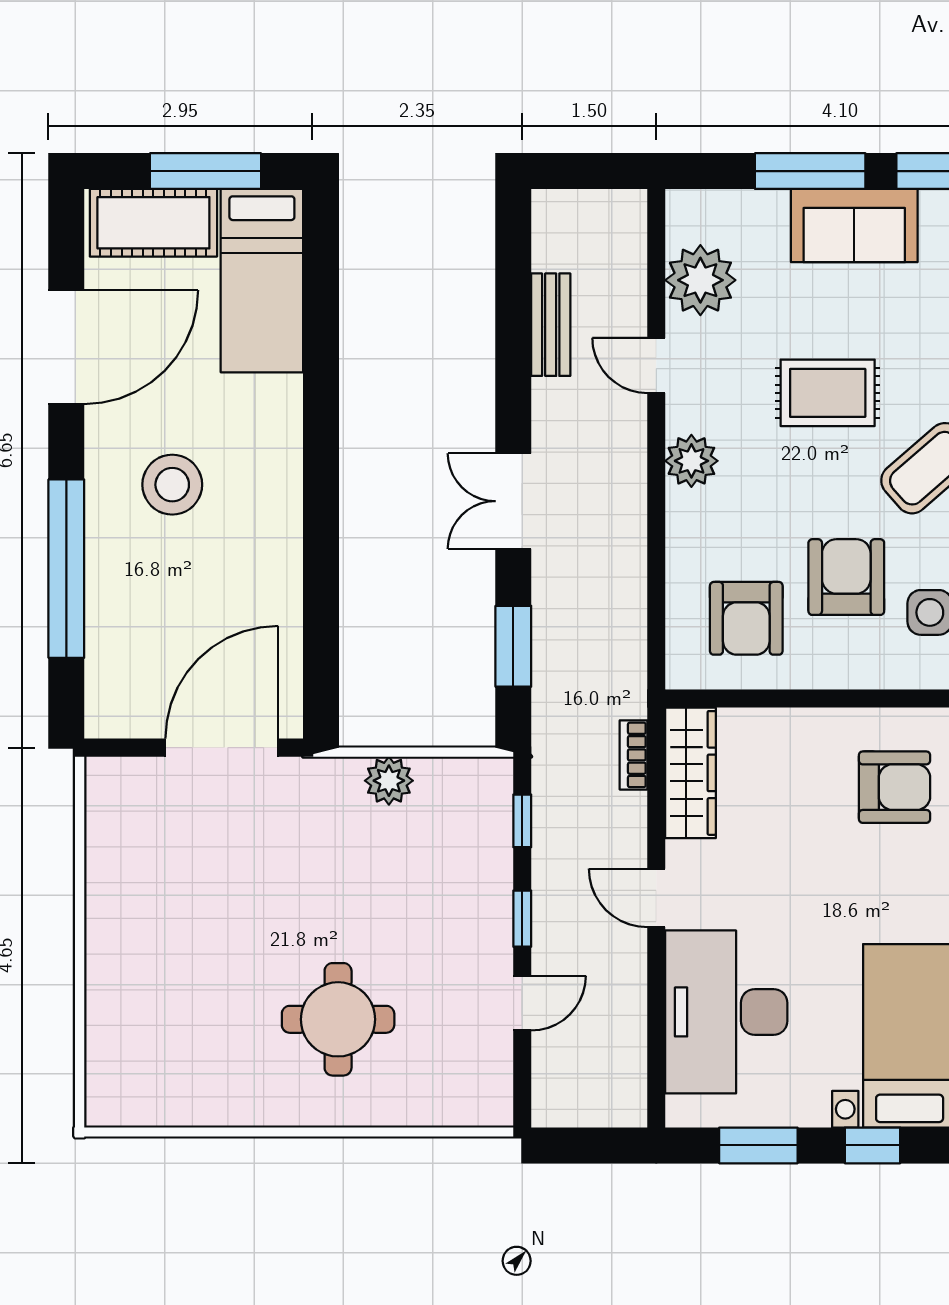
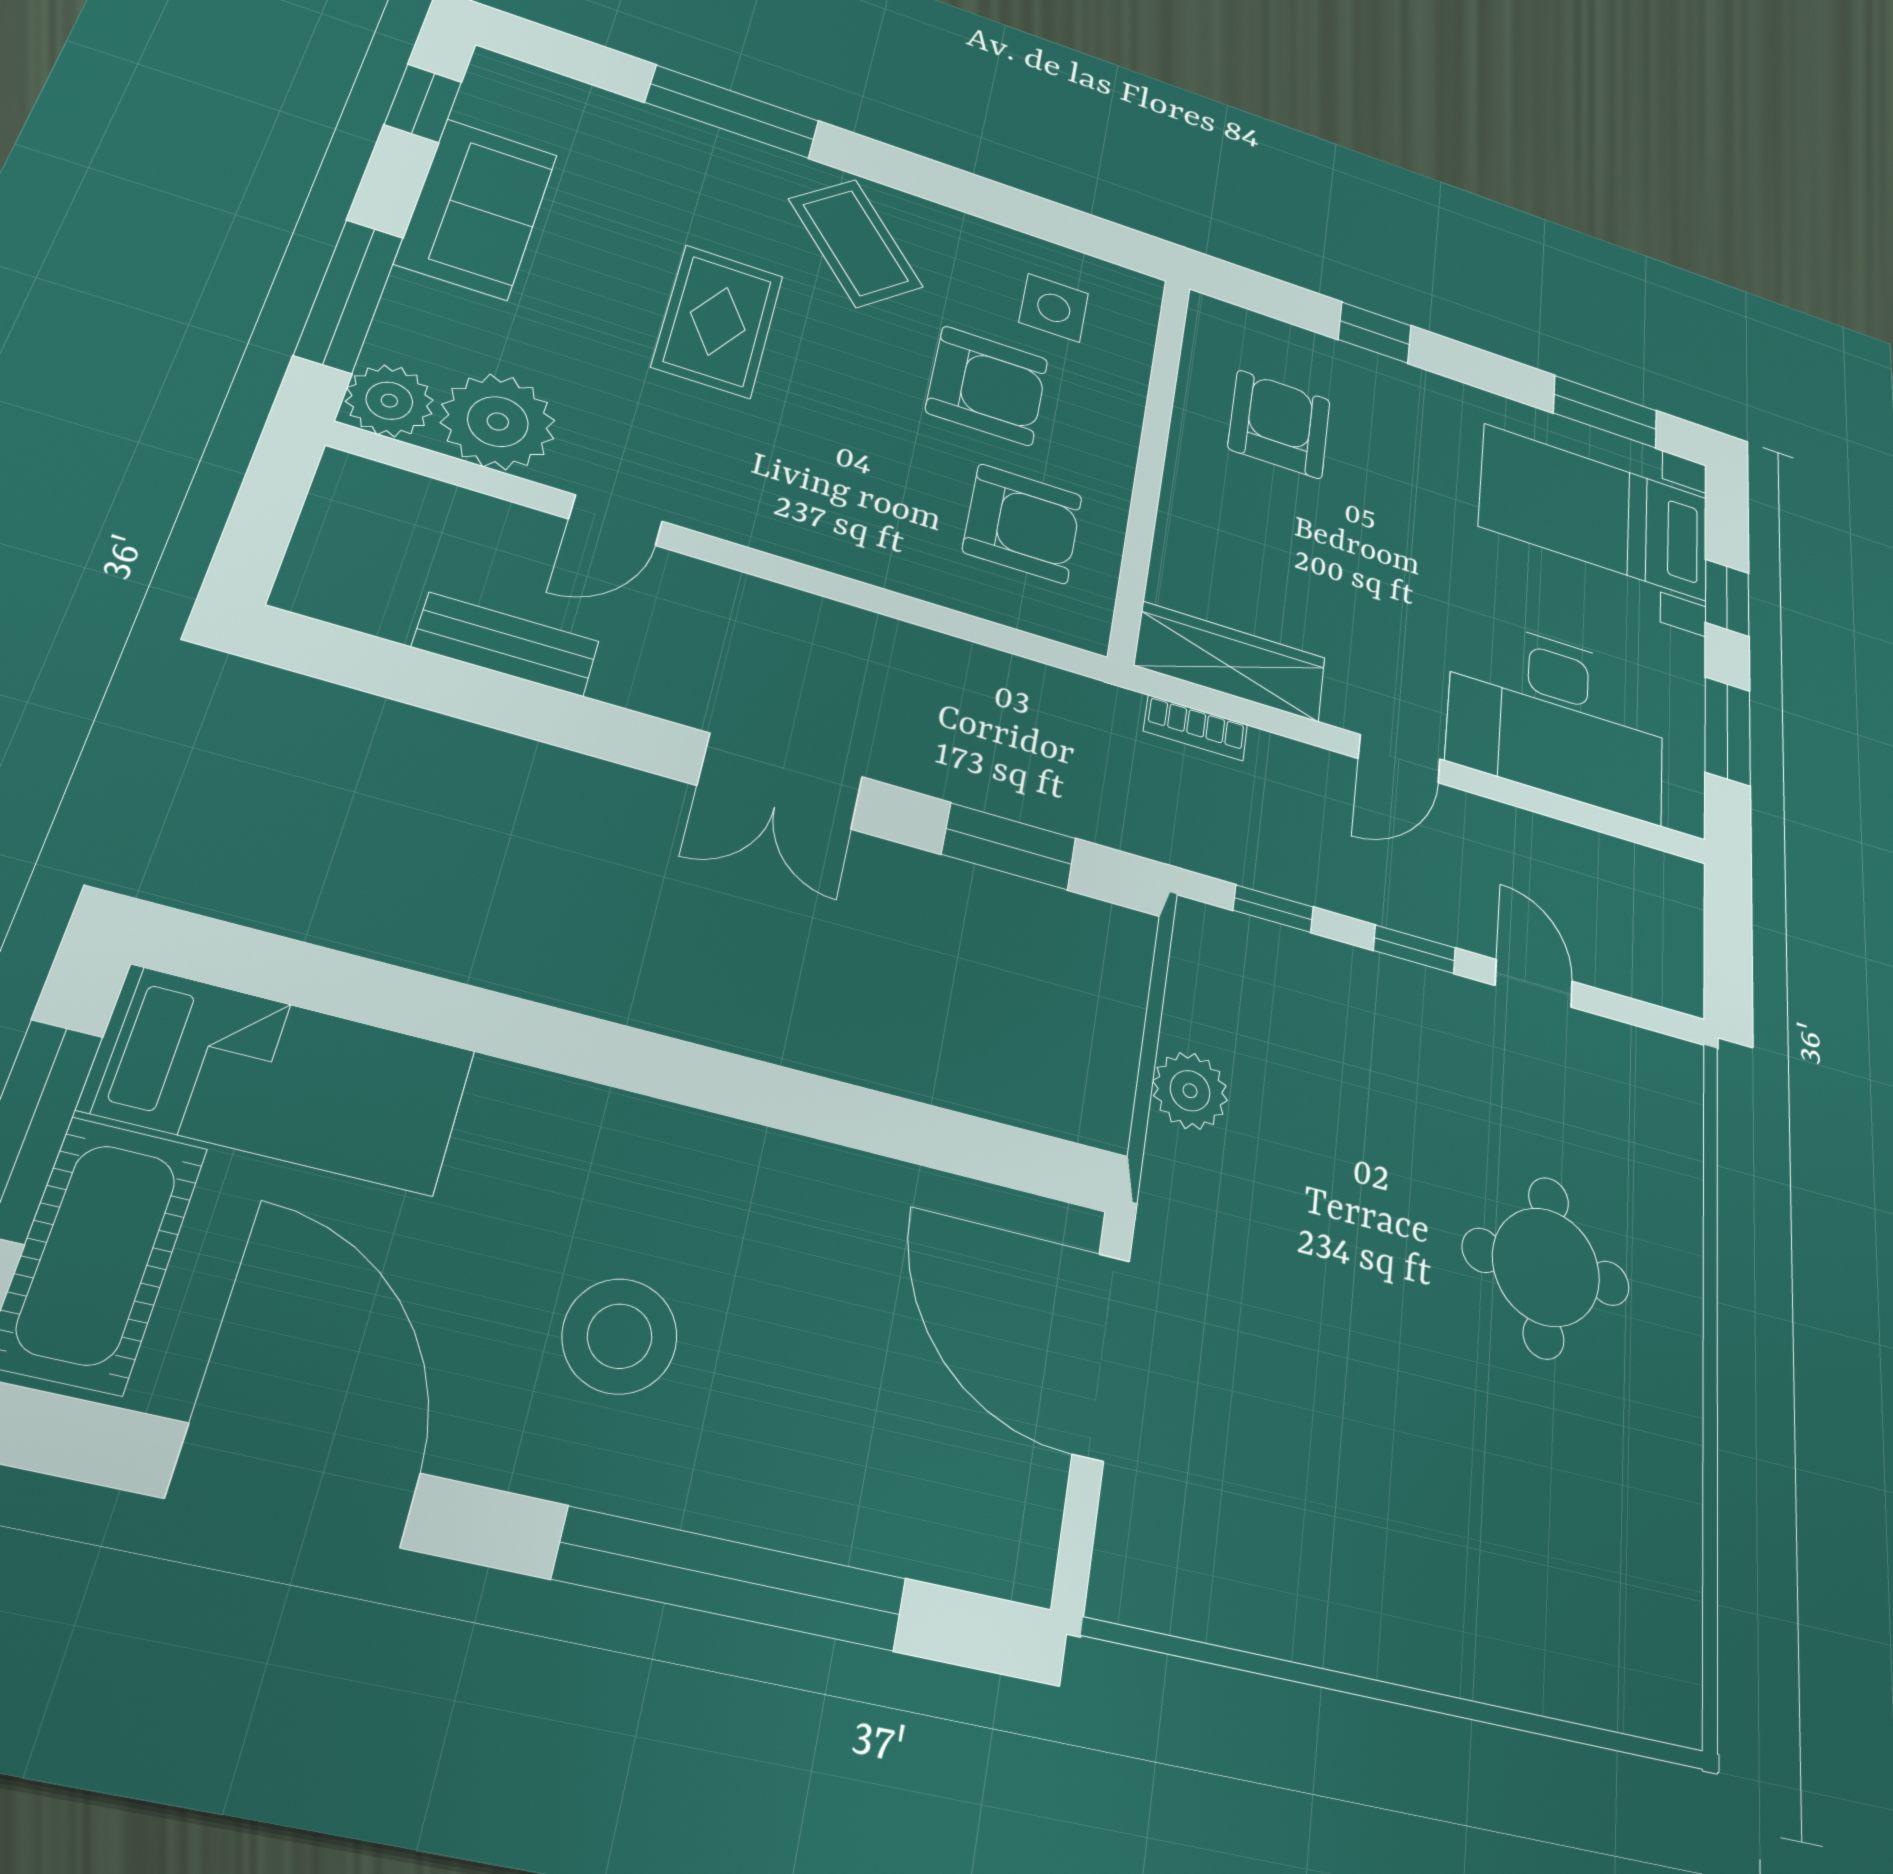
window: (810, 171) -> (349, 296), moved
plant: (691, 461) -> (389, 401), moved
armchair: (846, 577) -> (987, 386), turned 180

